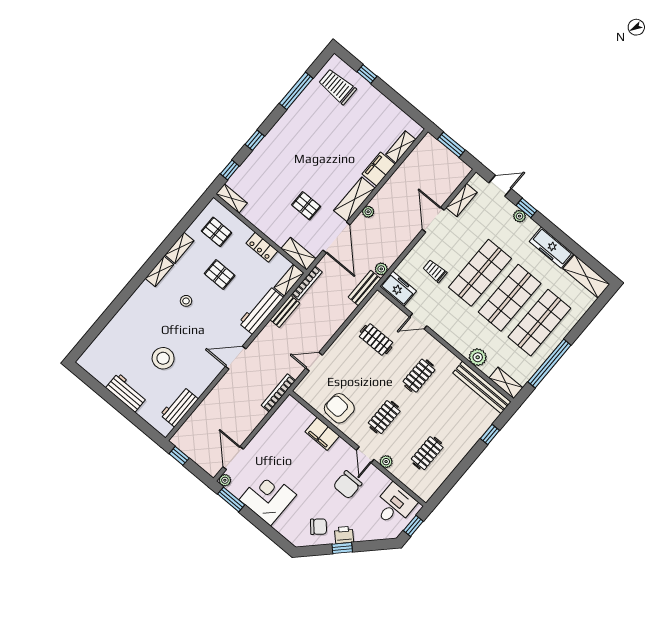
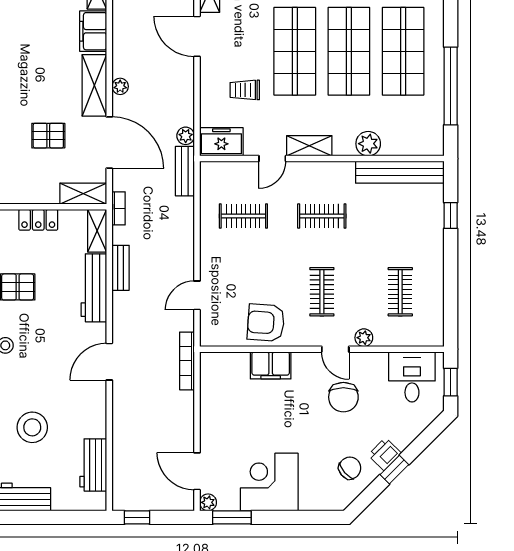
bookcase: (307, 283) -> (119, 208), width x0.64
clothes rail: (419, 376) -> (322, 216), turned 90
shelving: (506, 383) -> (309, 146), moved

